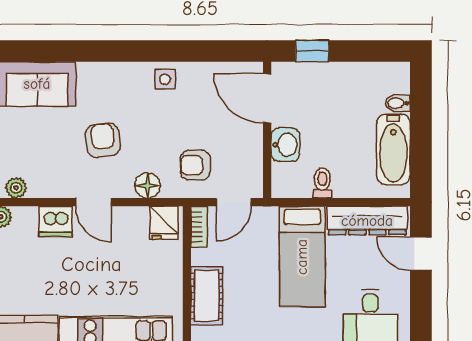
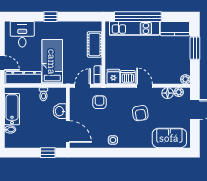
armchair: (195, 165) -> (99, 102), turned -90
floor lamp: (148, 186) -> (168, 93), moved
dishwasher: (56, 222) -> (128, 77), moved

